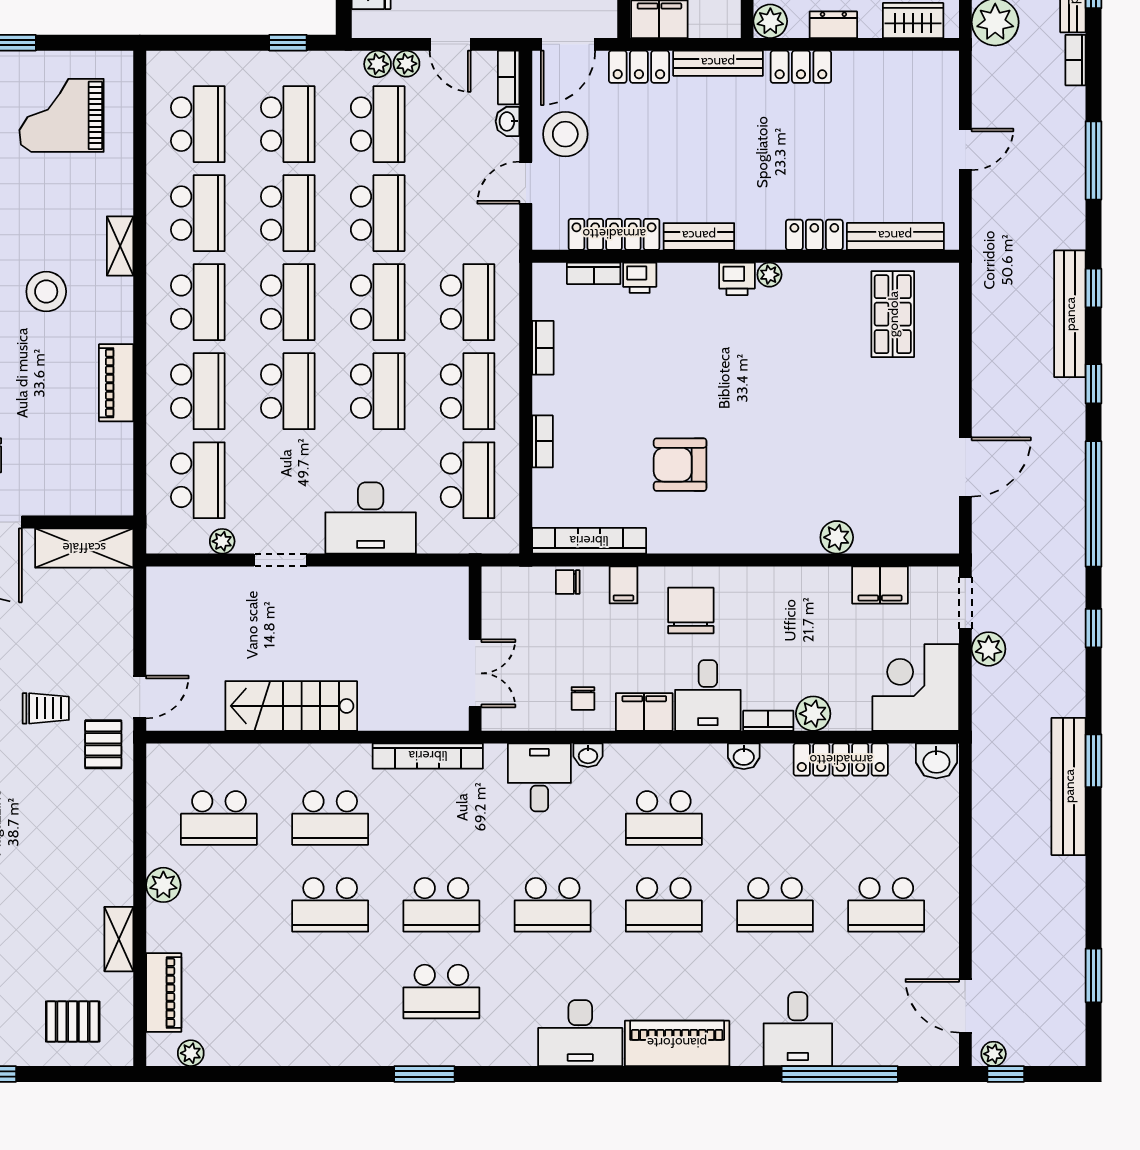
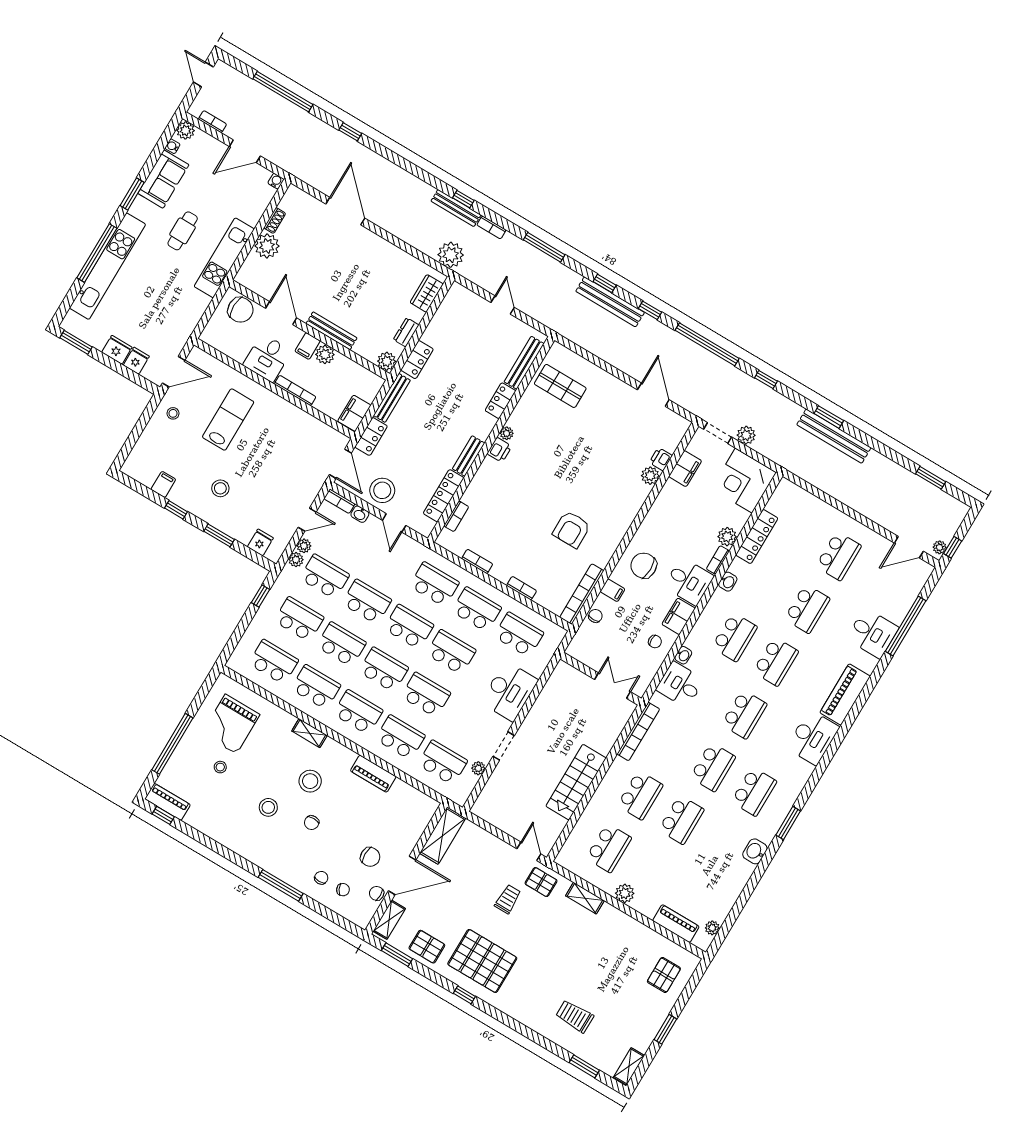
printer: (640, 278) -> (661, 459), moved, turned 180
chair: (568, 582) -> (595, 616), turned 180
washbasin: (936, 761) -> (755, 851), moved, turned 180
shelving: (119, 939) -> (585, 898), moved

